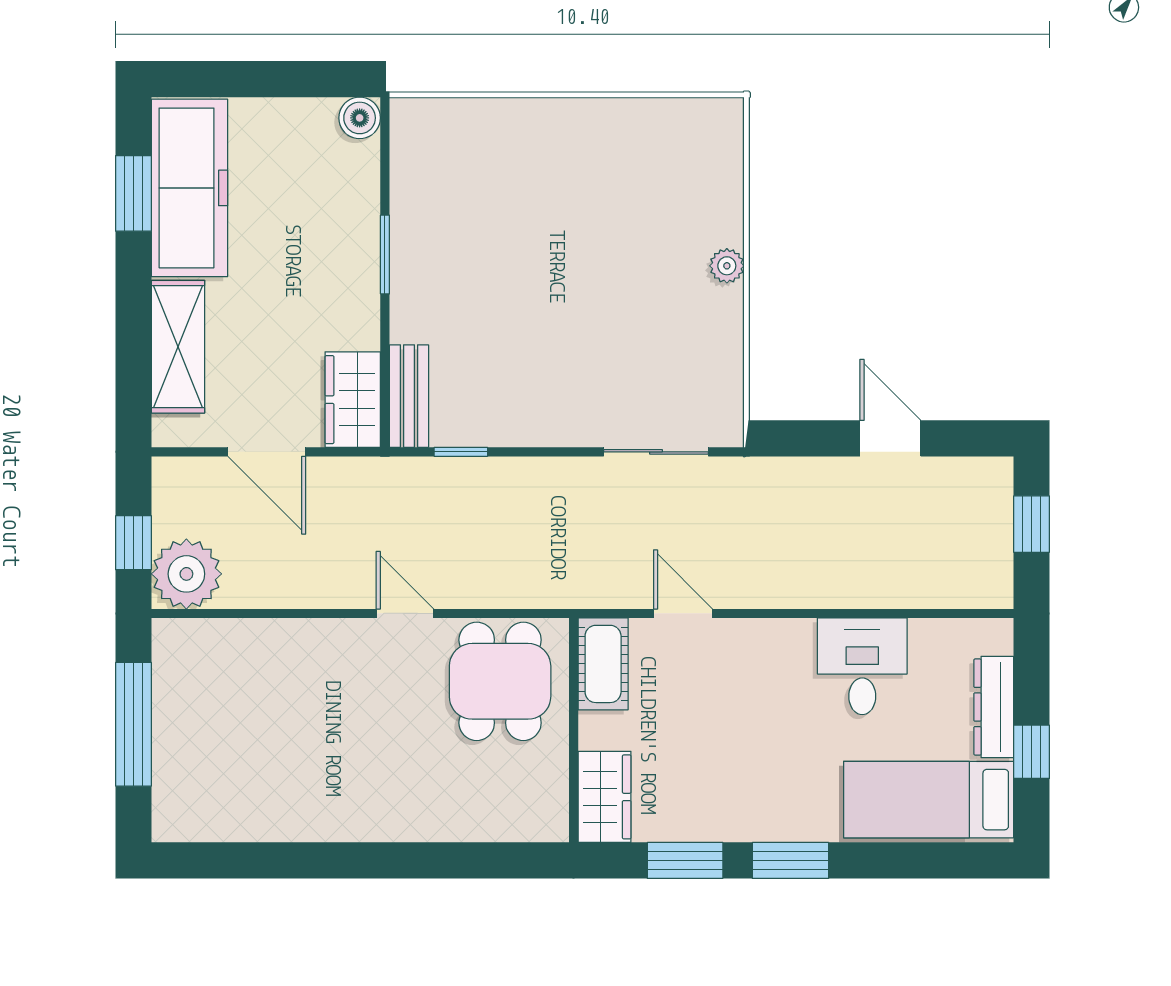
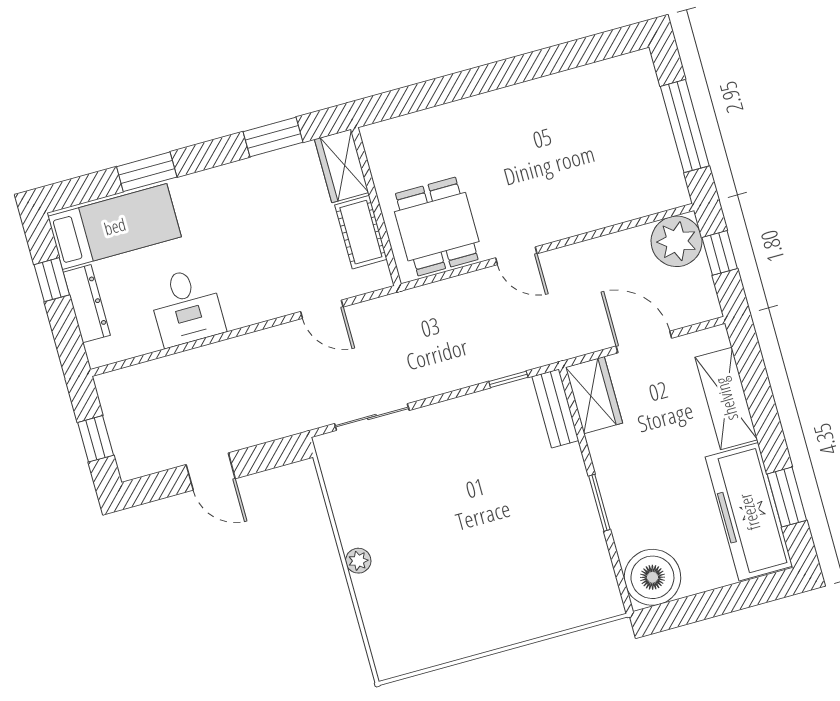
boiler: (360, 118) -> (652, 577), width x1.86, depth x1.86
cot: (603, 664) -> (361, 232), moved
window: (790, 860) -> (147, 172), moved

